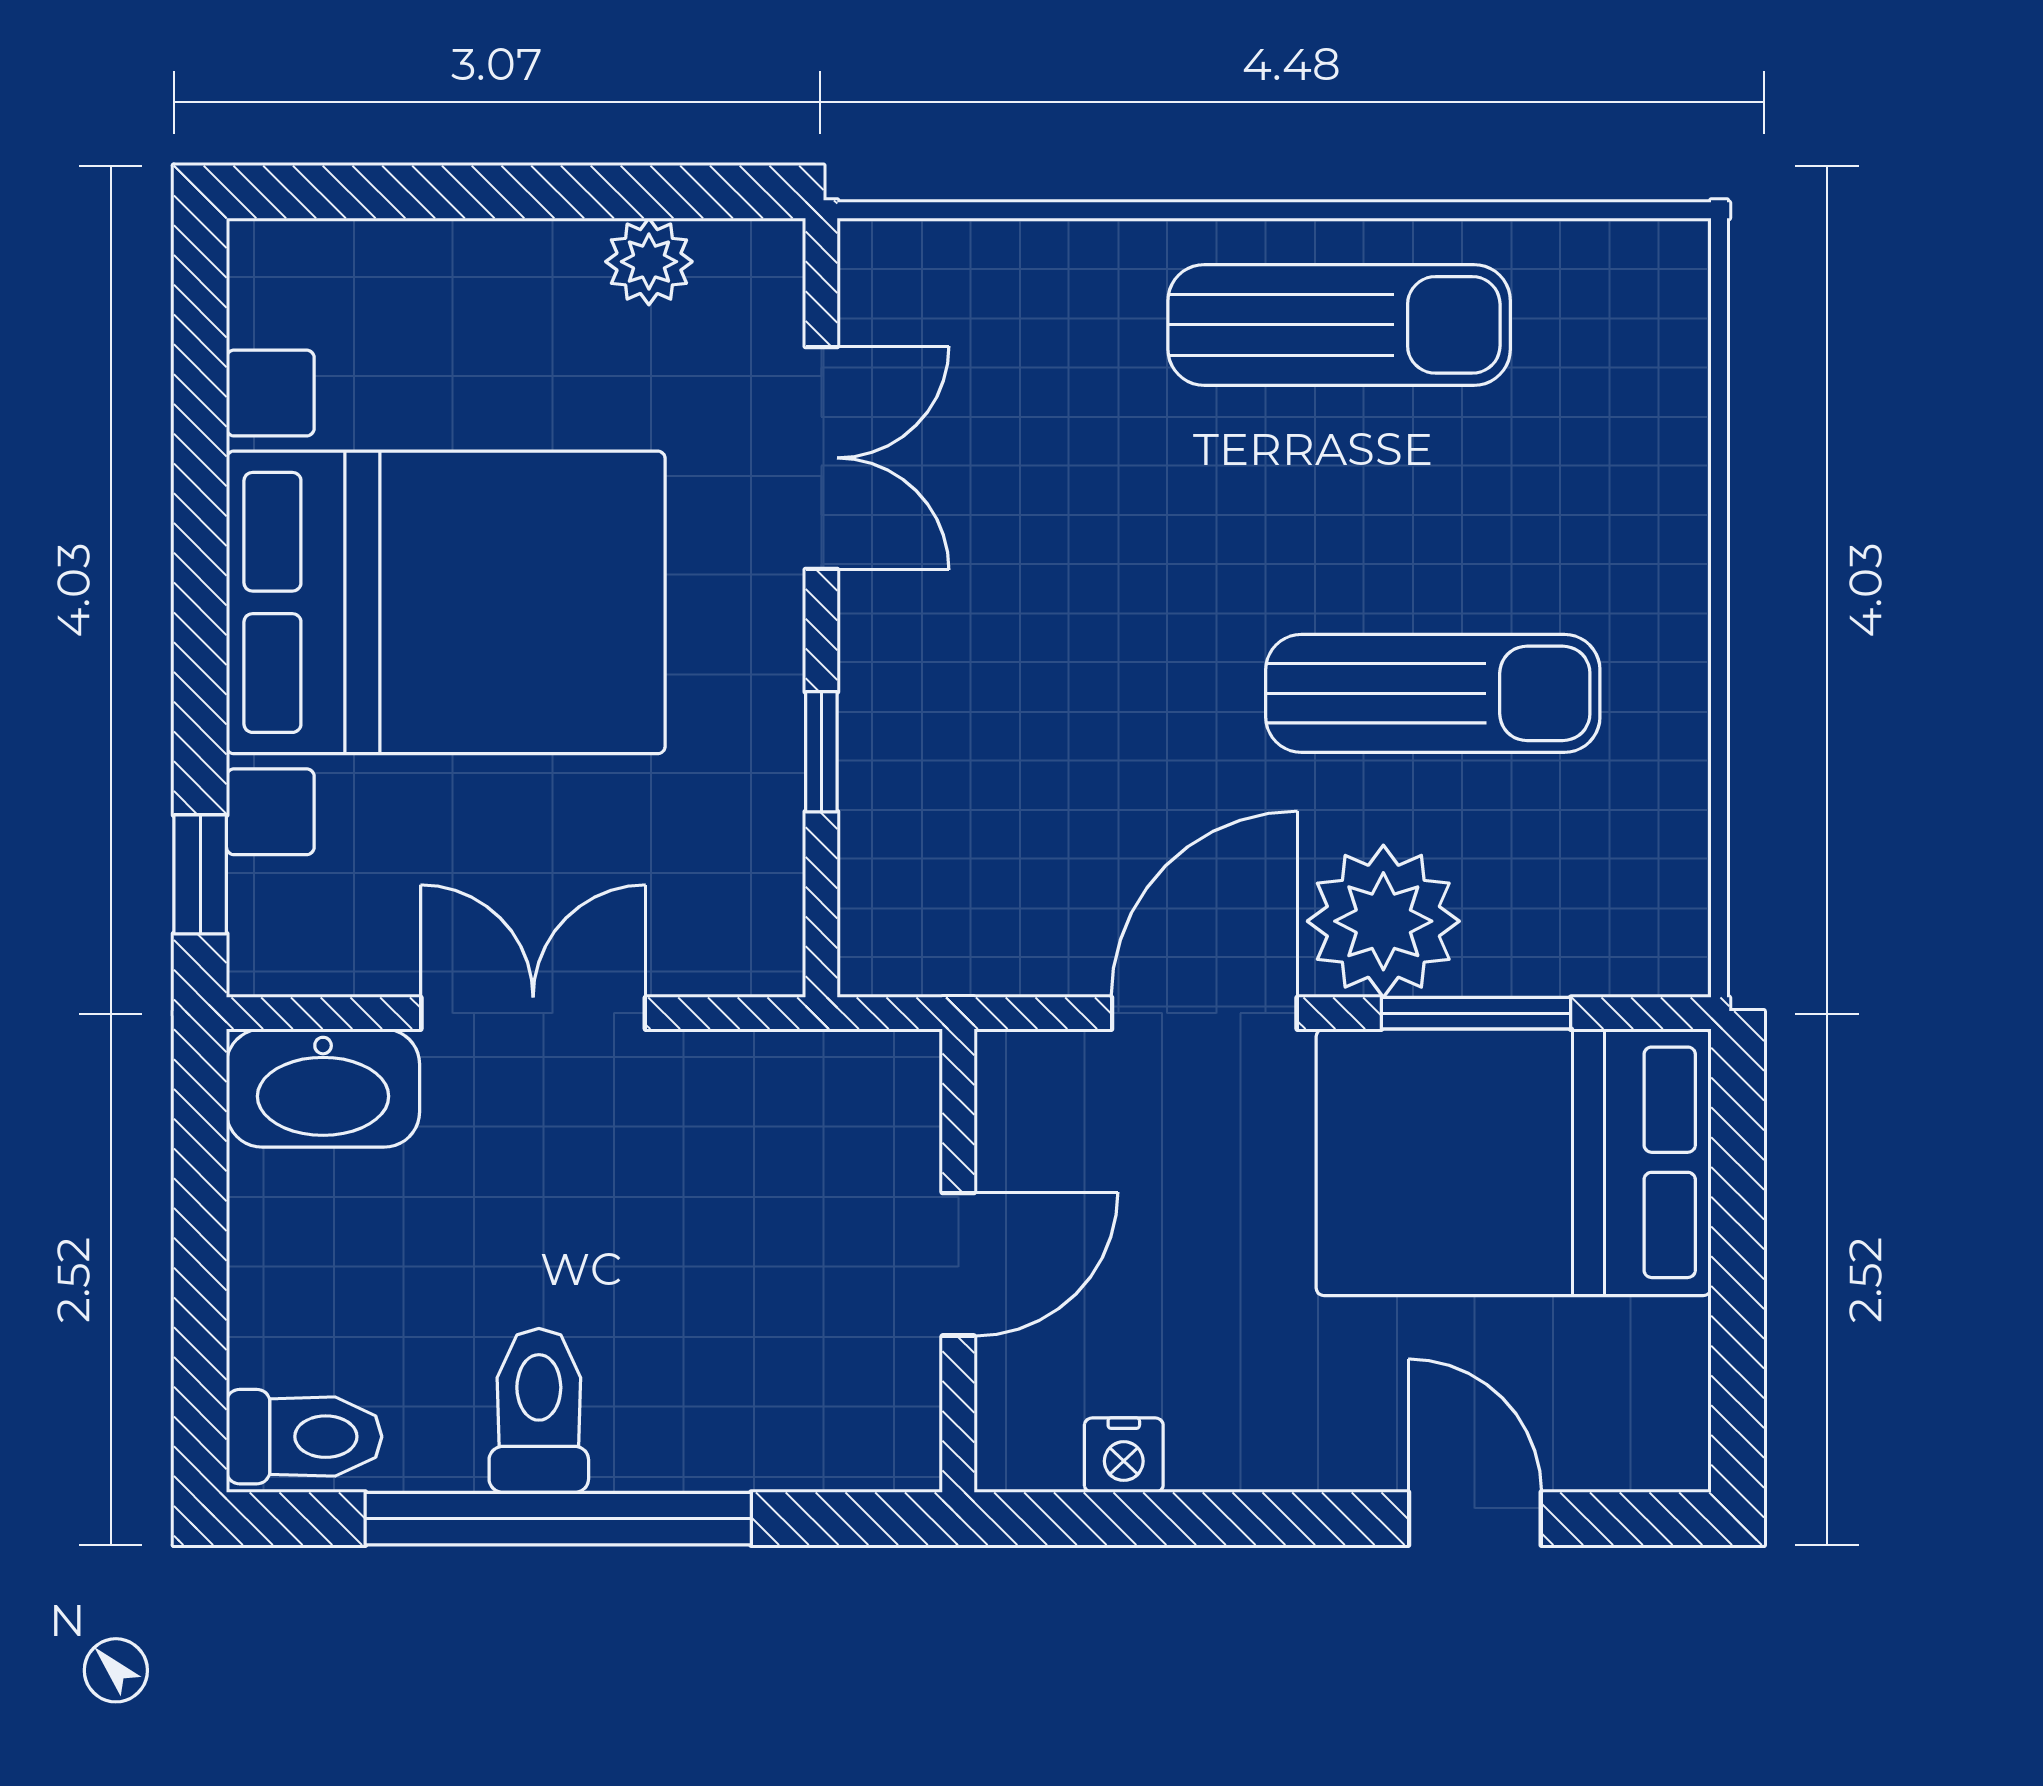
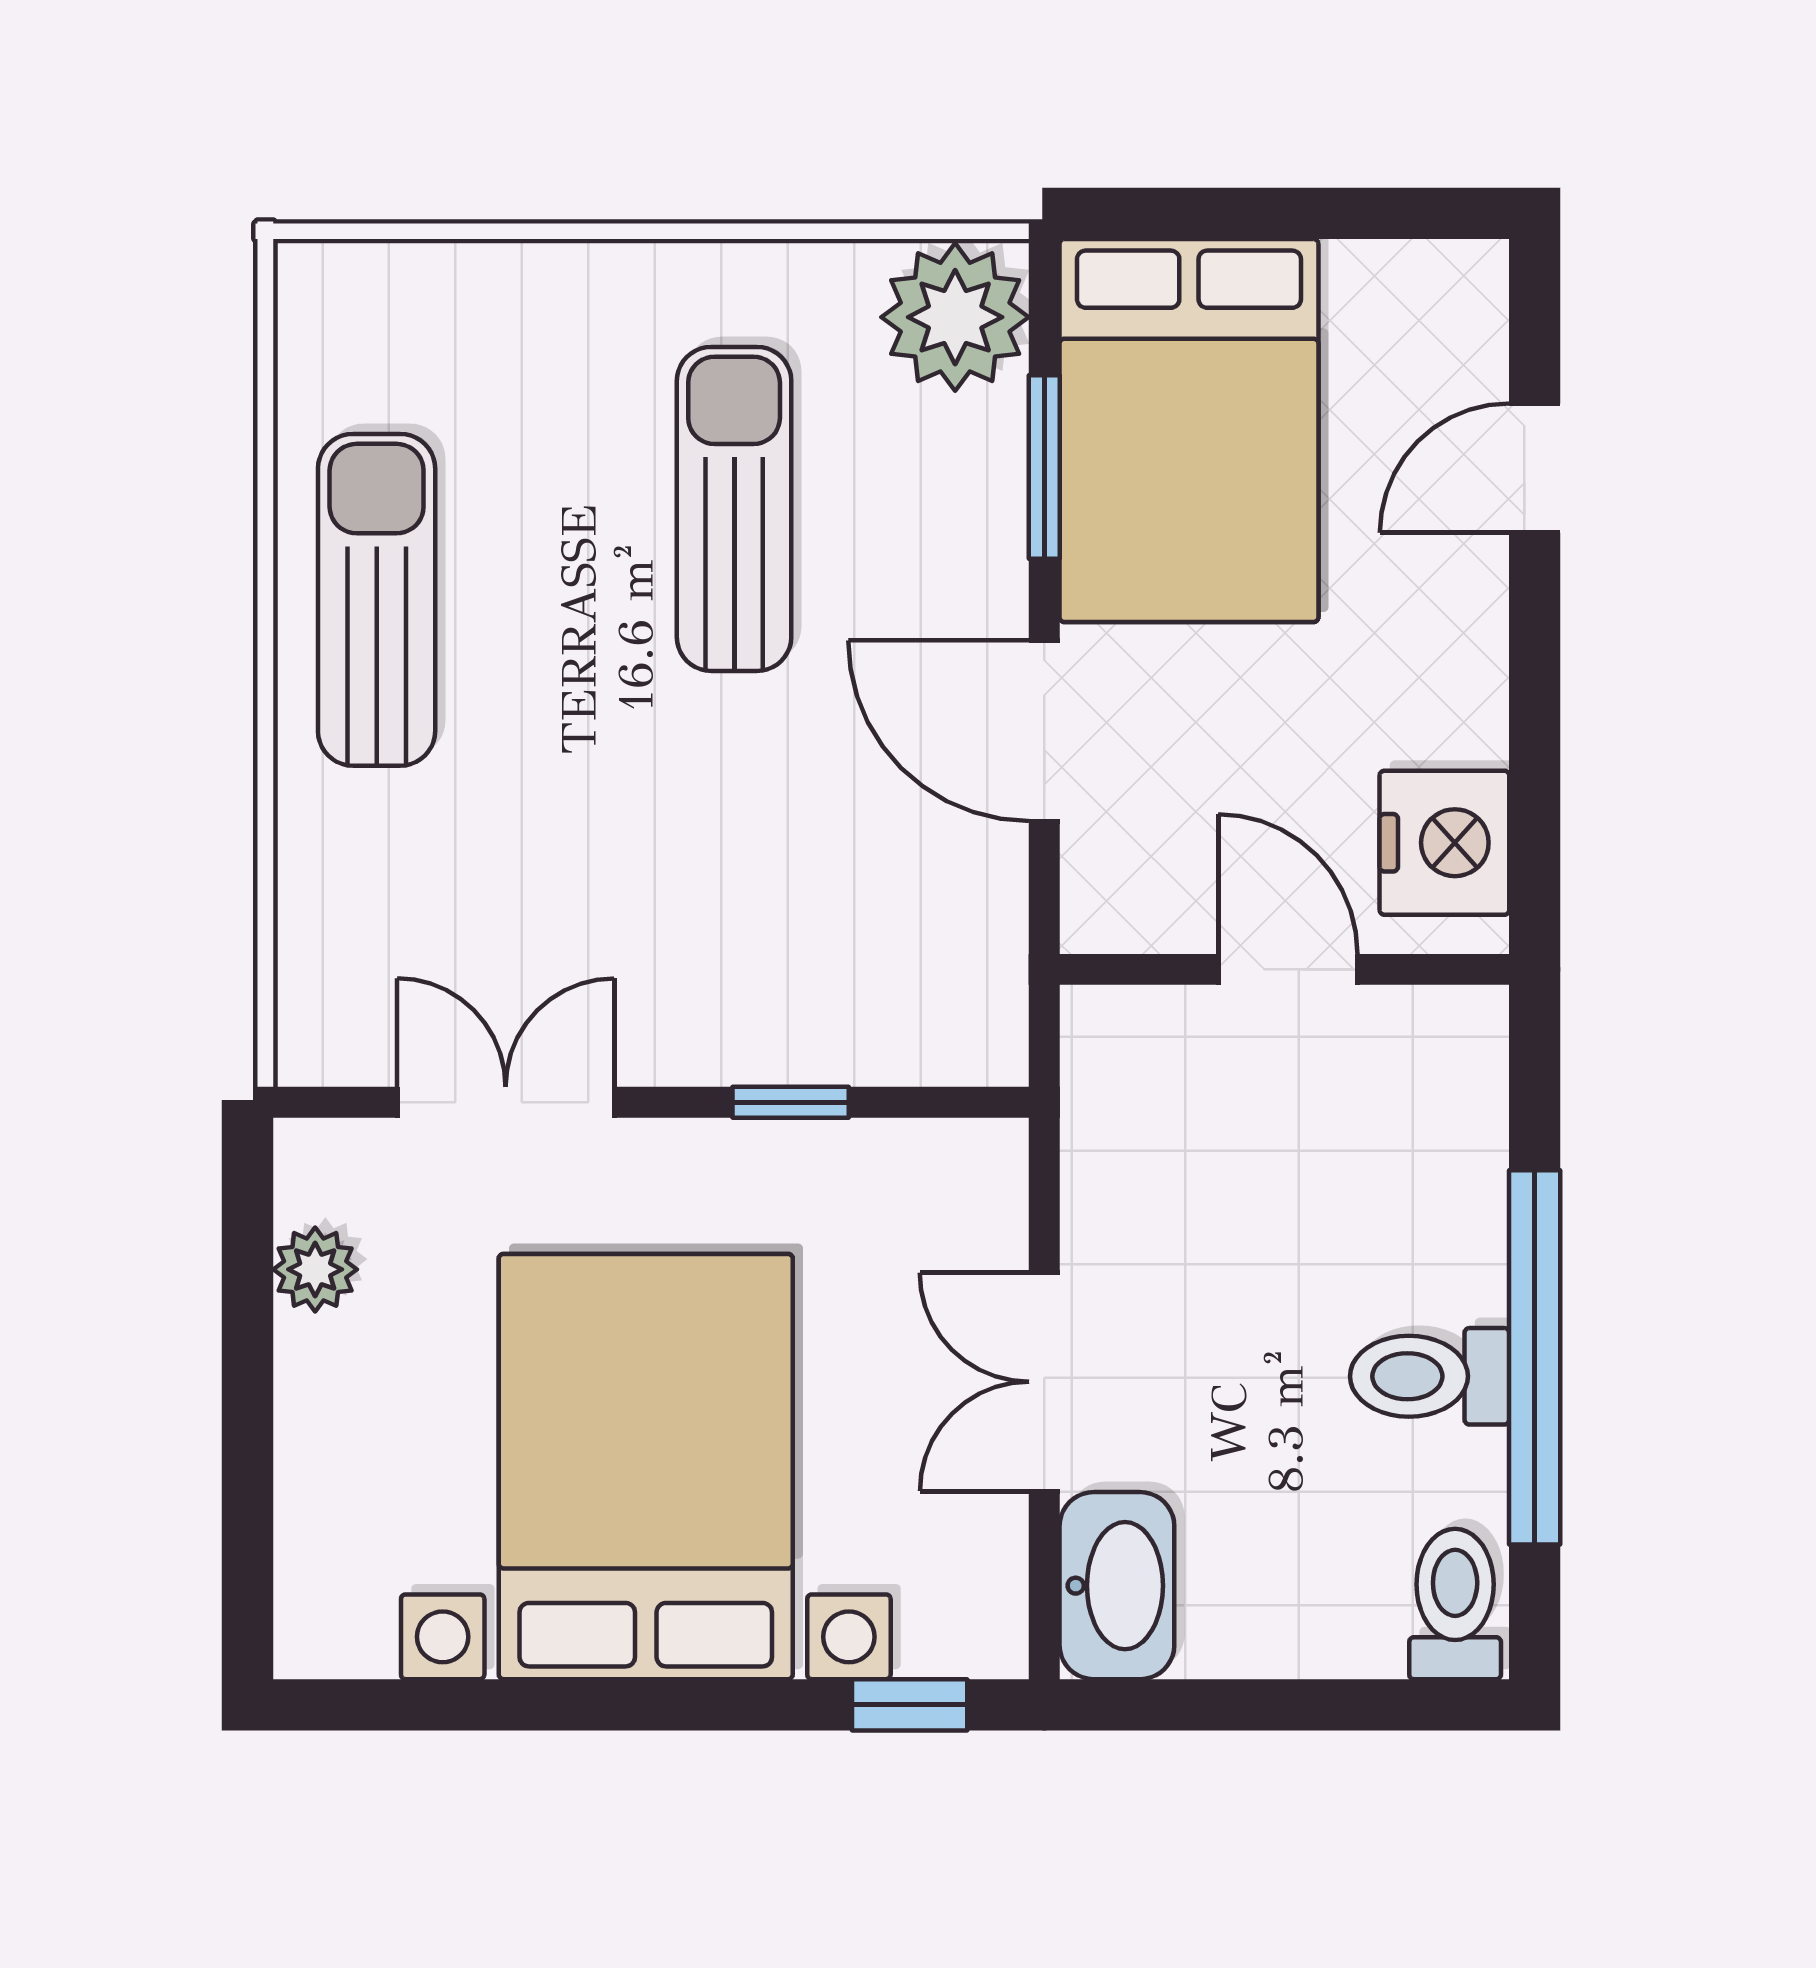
plant: (1383, 921) -> (955, 317), moved
nightstand: (1124, 1455) -> (1444, 843), width x1.89, depth x1.79

